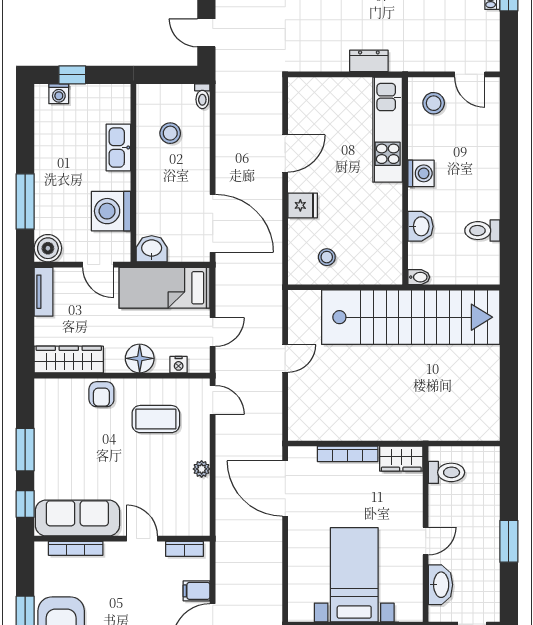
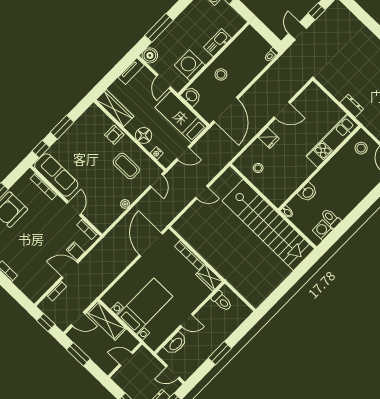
stool: (170, 133) -> (221, 74), moved
washing machine: (421, 173) -> (323, 230), moved, turned 180

